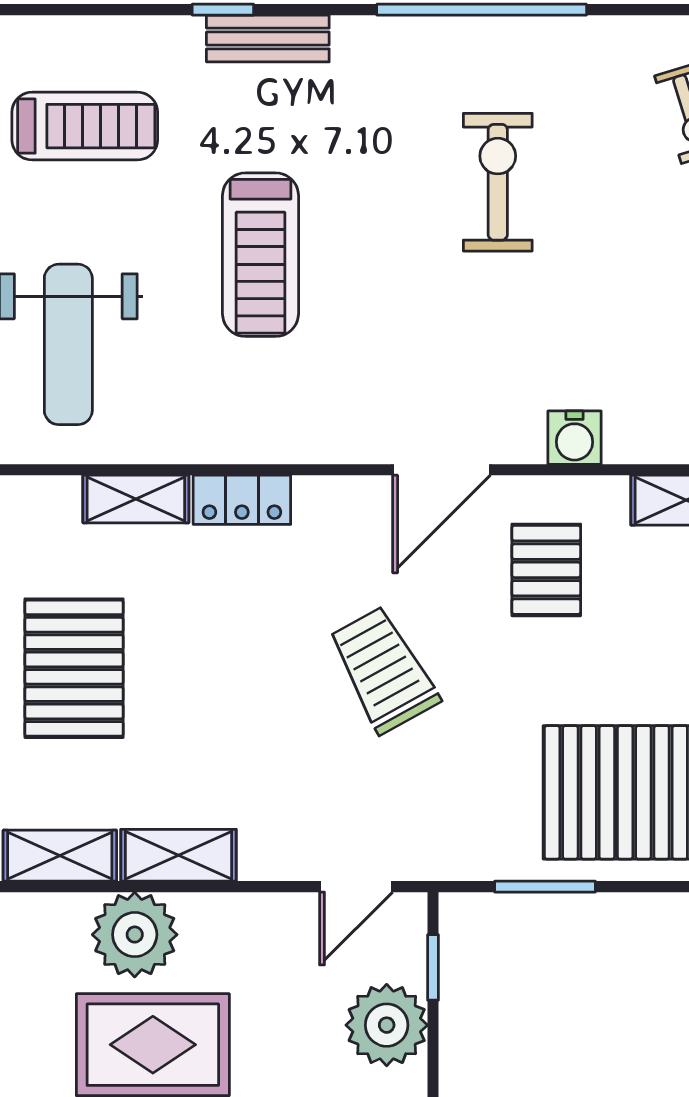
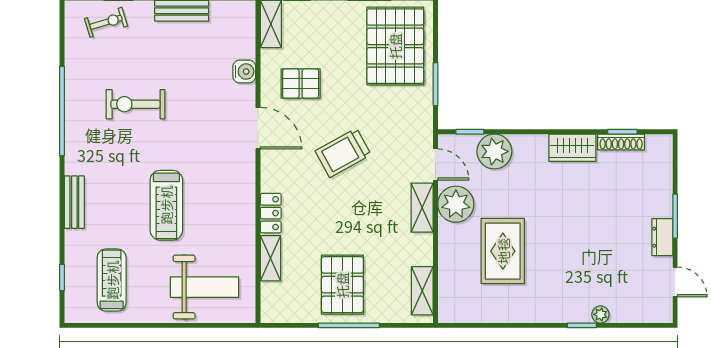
window: (223, 10) -> (62, 277), moved
treadmill: (261, 255) -> (166, 205), turned 90
pallet: (74, 668) -> (342, 285), turned 90
shelving: (179, 855) -> (422, 208), moved
plant: (135, 935) -> (456, 204), moved

